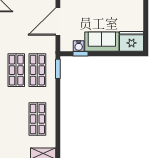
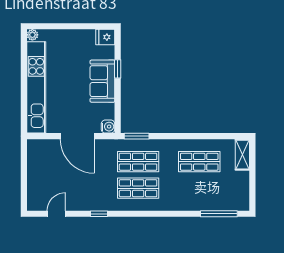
fridge: (132, 41) -> (105, 37), width x0.53, depth x0.75
water cooler: (79, 46) -> (108, 127), moved
window: (80, 54) -> (118, 69), moved

